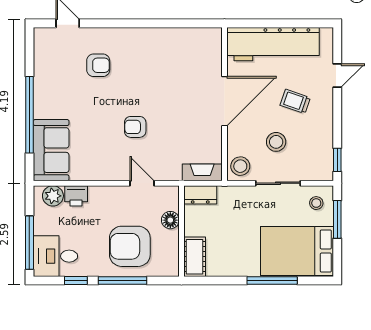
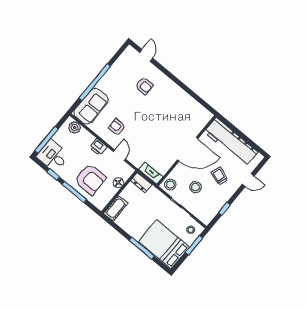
armchair: (135, 127) -> (117, 127), moved
window: (337, 160) -> (224, 209), moved
printer: (76, 196) -> (98, 147), moved
armchair: (130, 246) -> (90, 179), turned 180

